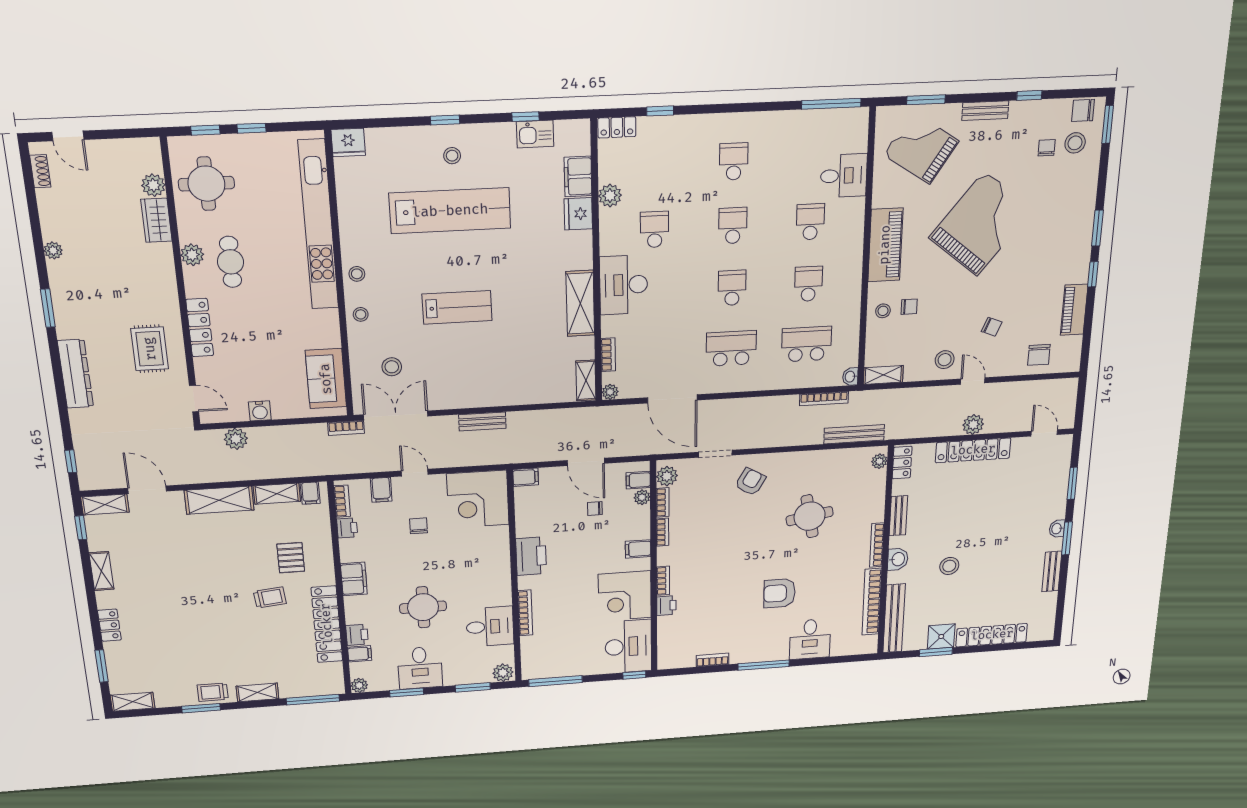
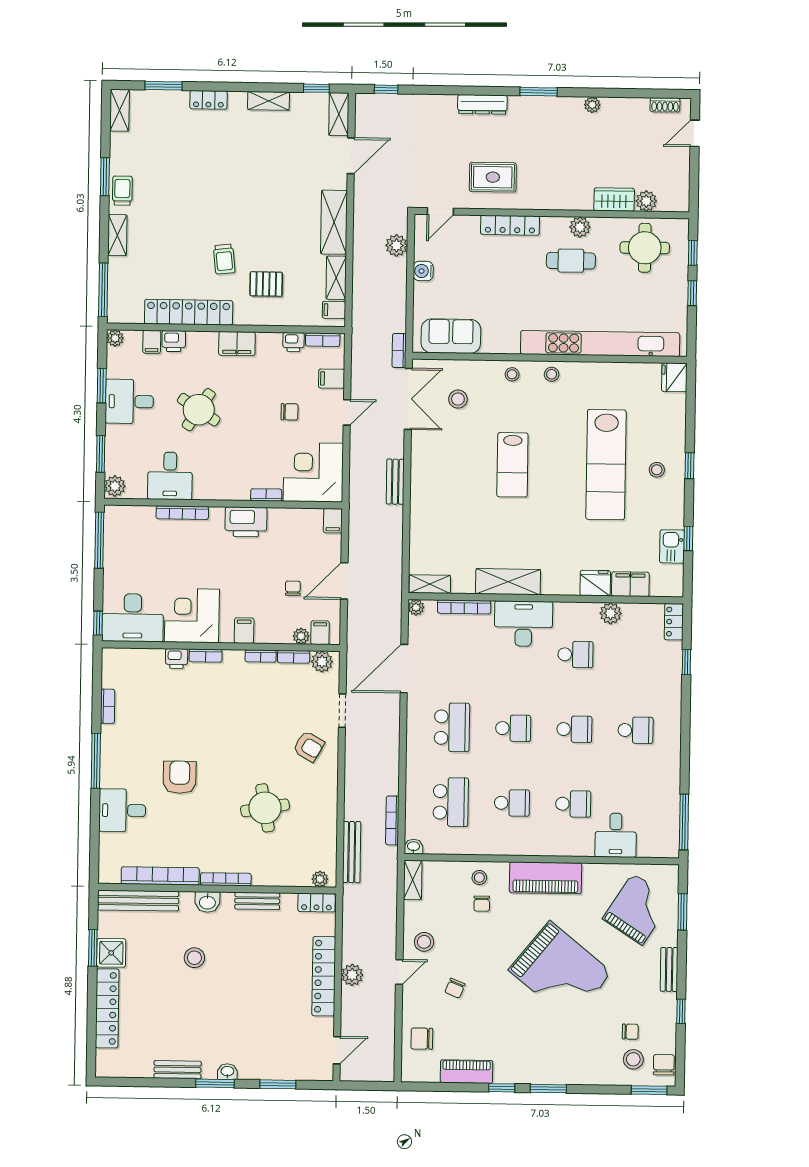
bookcase: (608, 355) -> (464, 607), width x1.56
dresser: (75, 374) -> (482, 104), width x0.73, depth x0.80
bookcase: (503, 540) -> (266, 495), added
round table: (423, 607) -> (199, 410), turned 33

